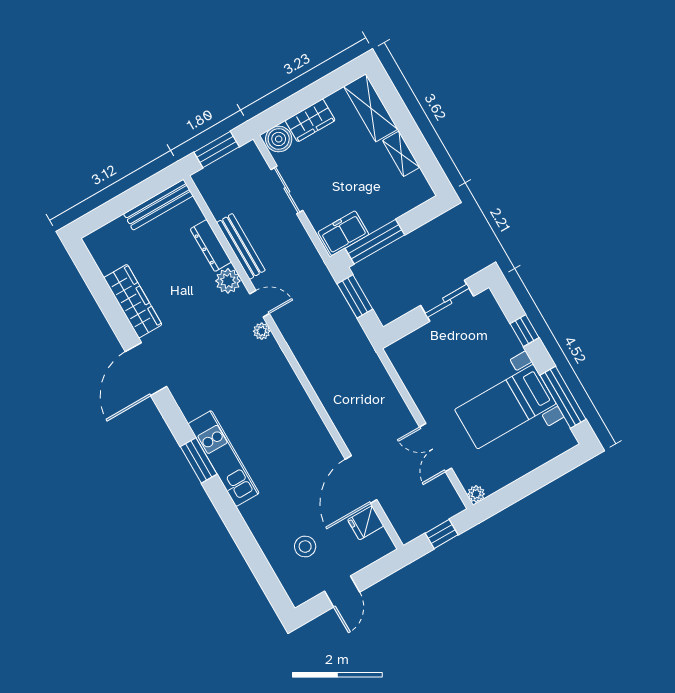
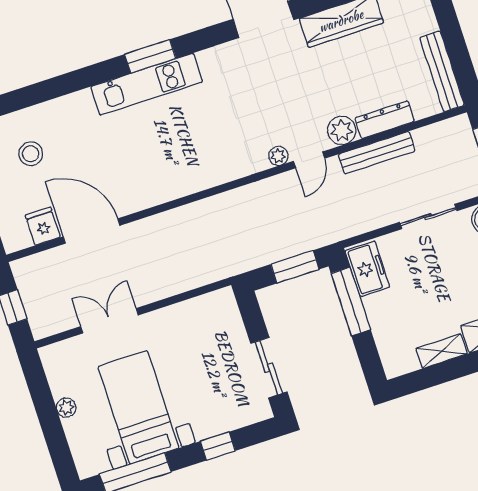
plant: (476, 494) -> (66, 408), moved

